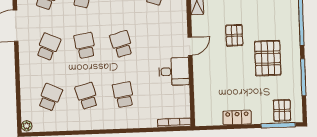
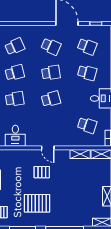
pallet: (234, 35) -> (42, 172), moved
desk: (174, 71) -> (15, 136), moved
school desk: (50, 97) -> (15, 46), turned -48

